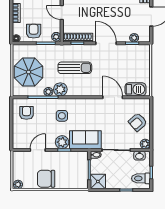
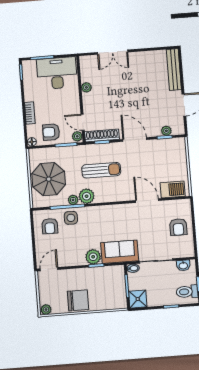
door: (62, 12) -> (83, 122), moved
armchair: (34, 31) -> (51, 132), turned -90
armchair: (26, 113) -> (50, 226), turned 180
side table: (62, 116) -> (71, 218), moved
armchair: (138, 122) -> (178, 227), turned -49
plant: (145, 144) -> (189, 251), removed
door: (38, 150) -> (49, 269), moved
chair: (46, 179) -> (78, 300), turned 180

